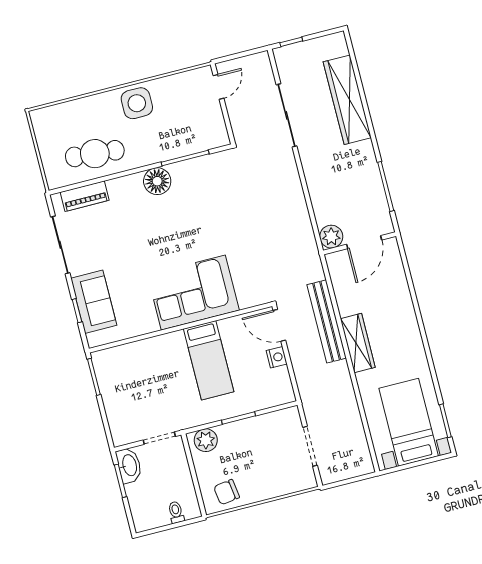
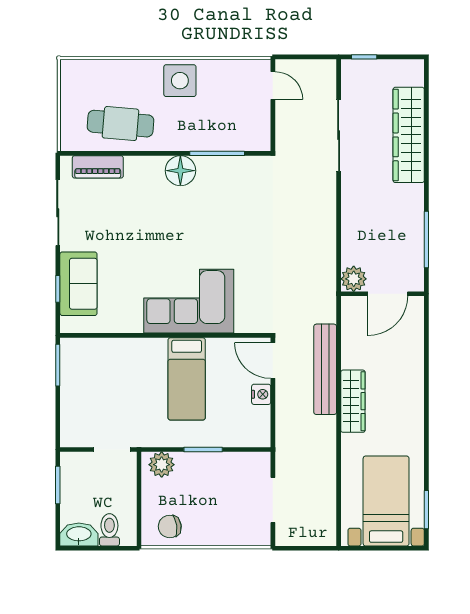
door: (218, 87) -> (273, 85), hinge flipped
washbasin: (129, 465) -> (79, 535), moved, turned -90
toilet: (176, 512) -> (109, 530), width x1.37, depth x1.39

